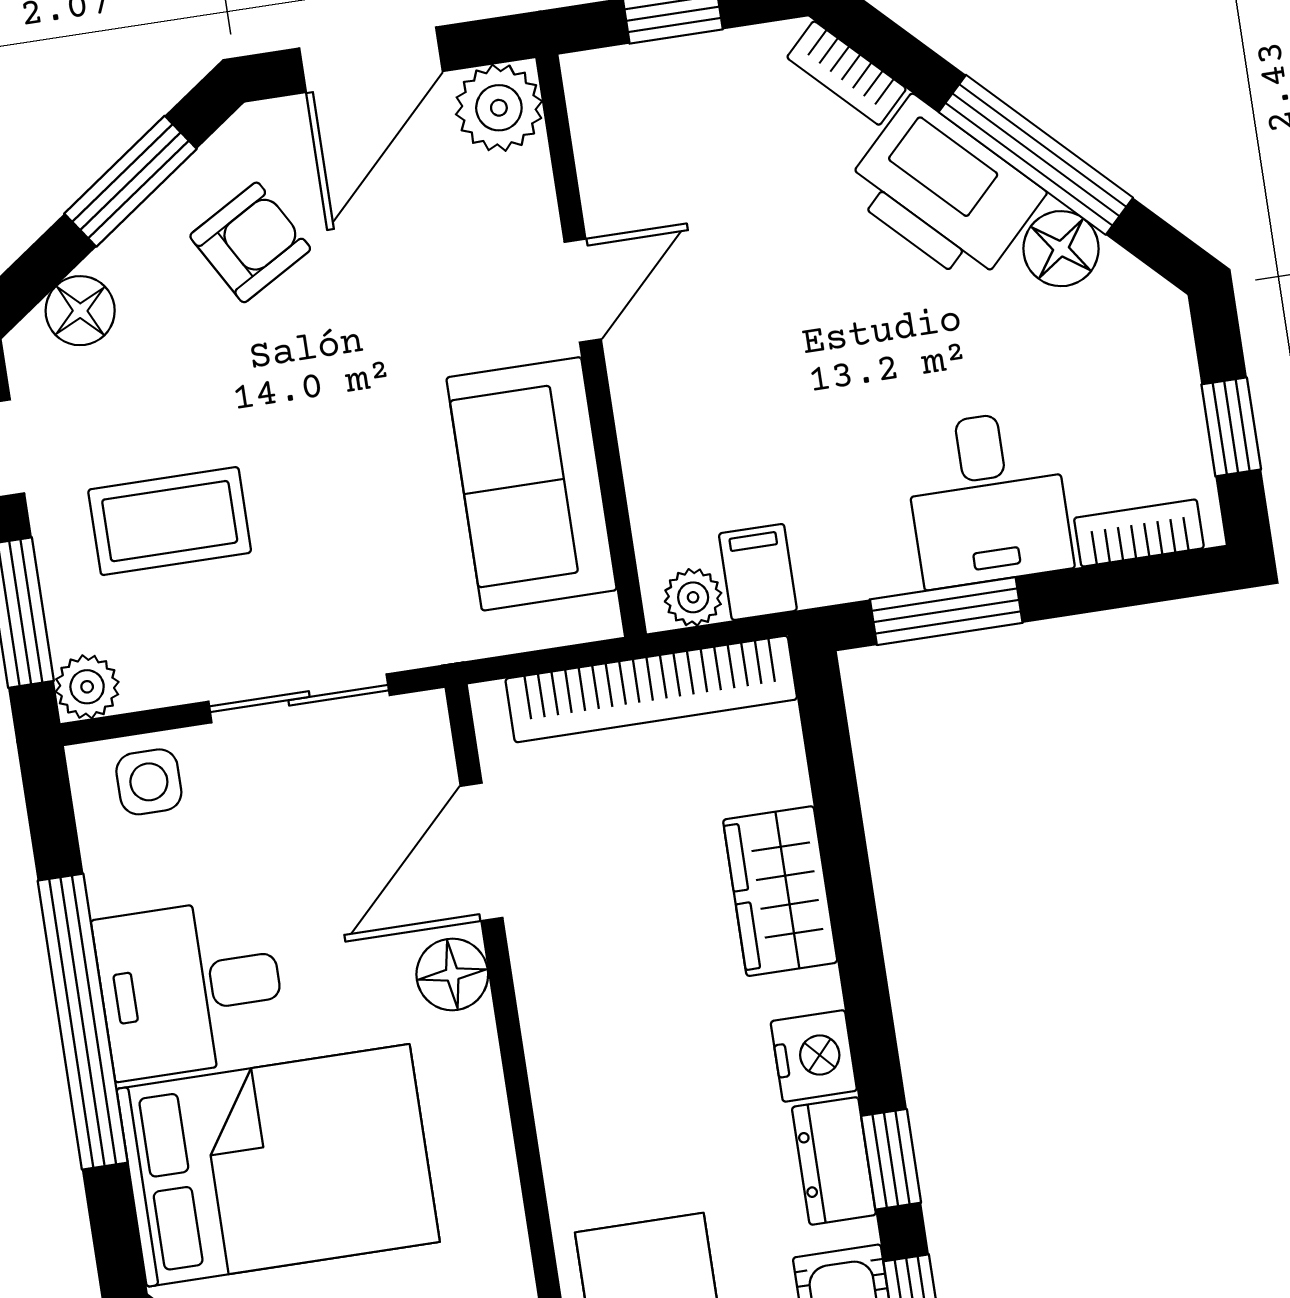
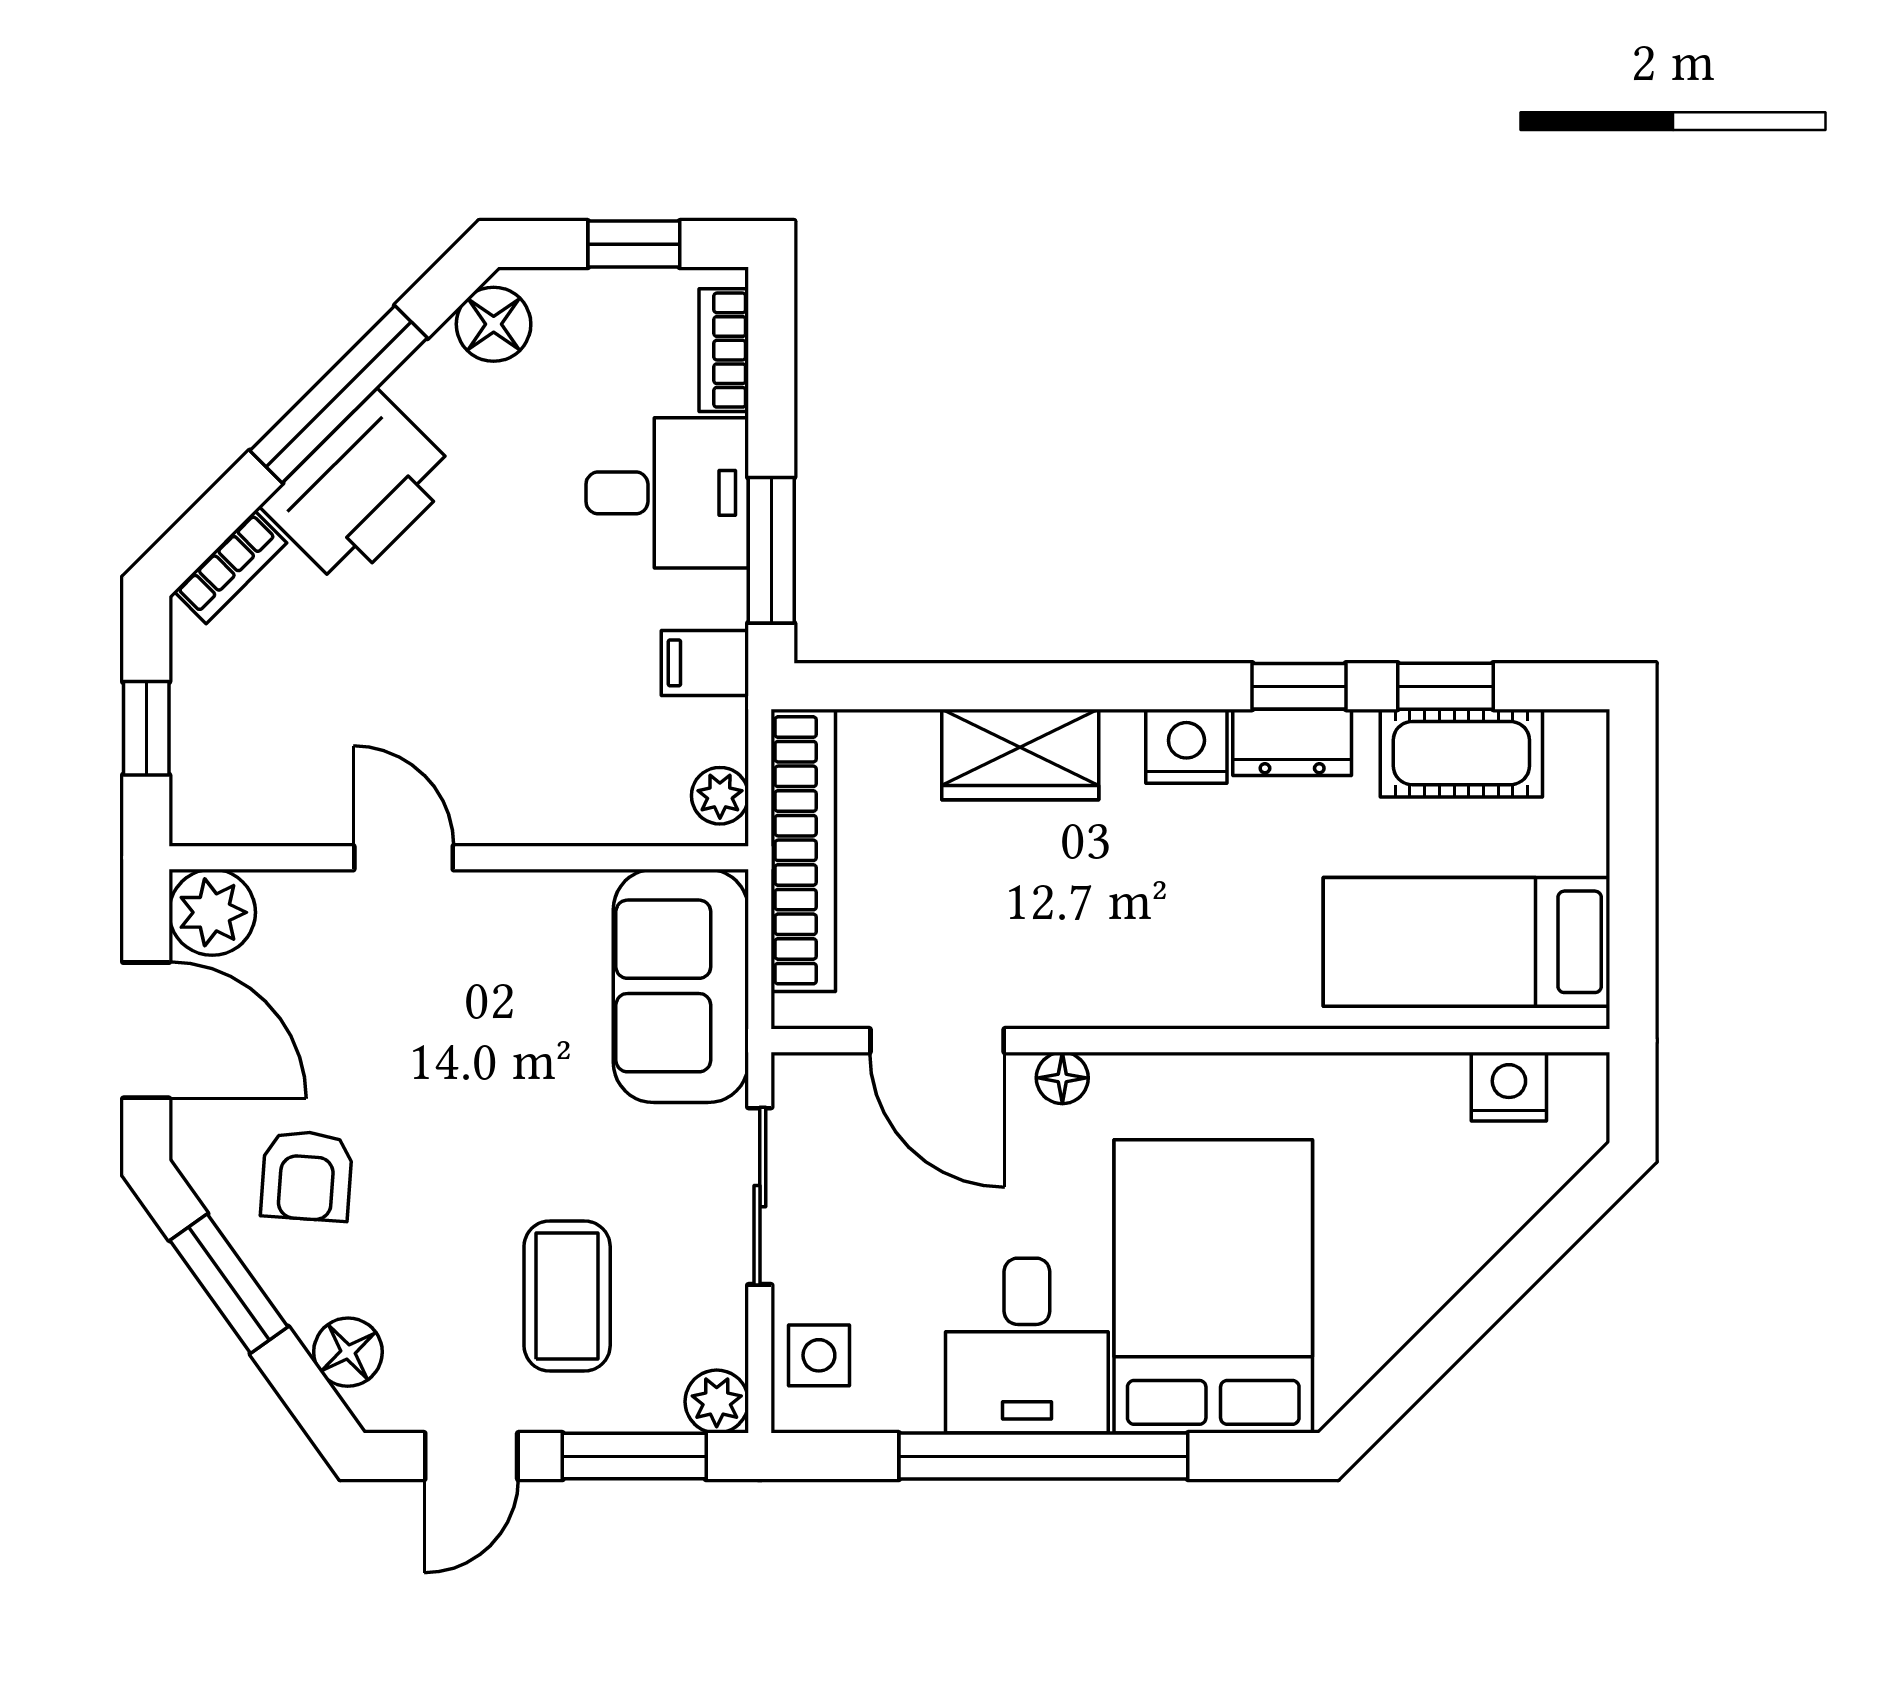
armchair: (250, 242) -> (307, 1176), turned -146
floor lamp: (1061, 249) -> (494, 324), moved
sofa: (532, 484) -> (681, 986), moved, turned 90
filing cabinet: (758, 572) -> (705, 663), moved
floor lamp: (452, 974) -> (1062, 1078), width x0.73, depth x0.73

